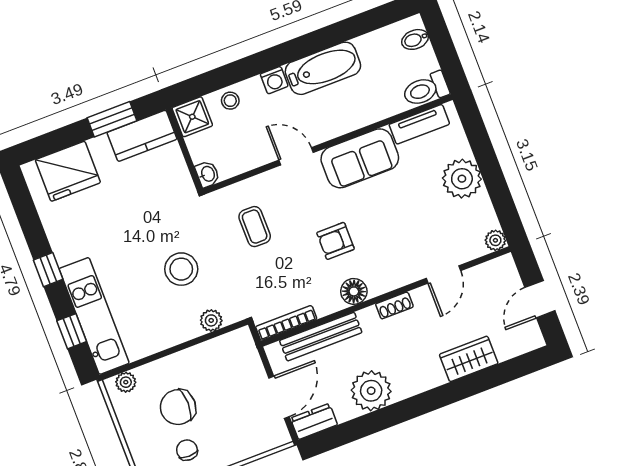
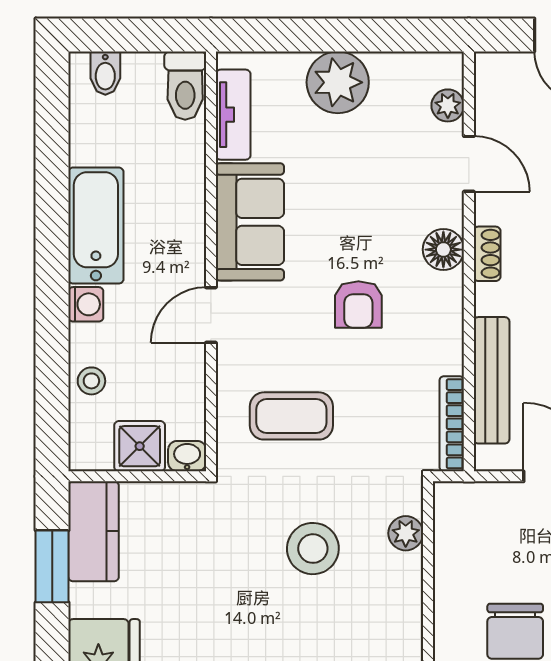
shower: (192, 117) -> (140, 446), moved
coffee table: (255, 227) -> (291, 416), width x1.36, depth x1.30
plant: (495, 240) -> (448, 105), moved
floor lamp: (354, 291) -> (443, 250), moved

